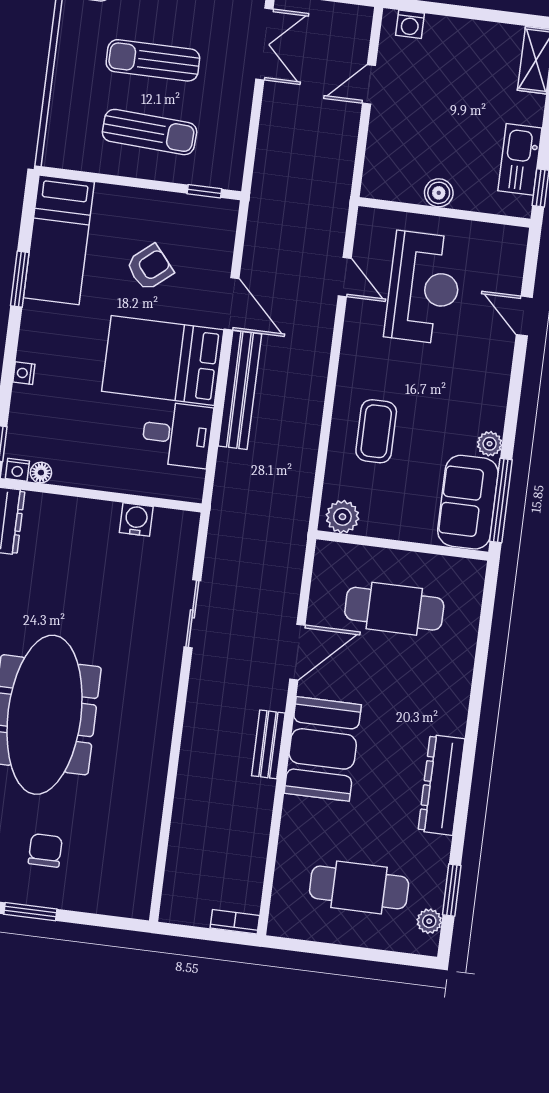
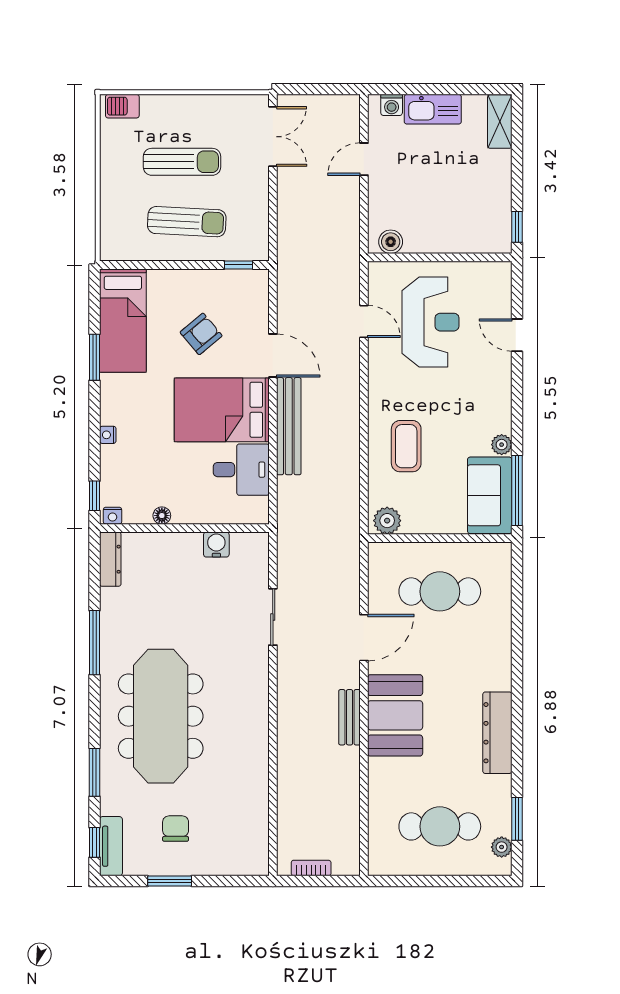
sun lounger: (153, 60) -> (182, 162), turned 180
kitchen sink: (520, 159) -> (433, 109), moved, turned -90
boiler: (439, 193) -> (391, 242), moved
floor lamp: (41, 473) -> (162, 516), moved
bookcase: (235, 922) -> (311, 868), moved

